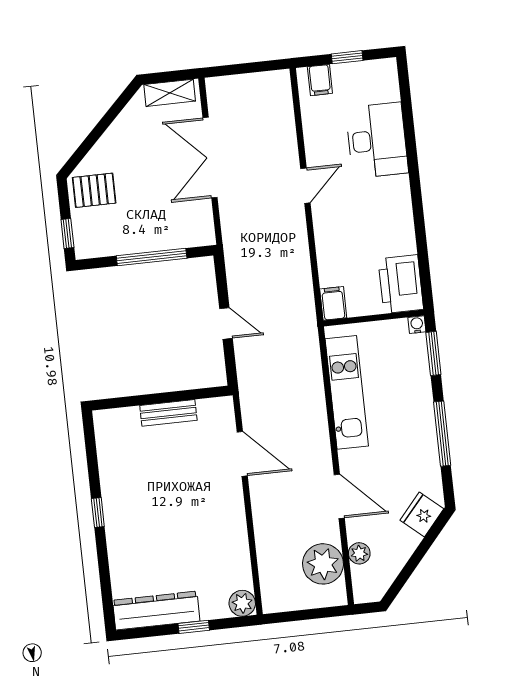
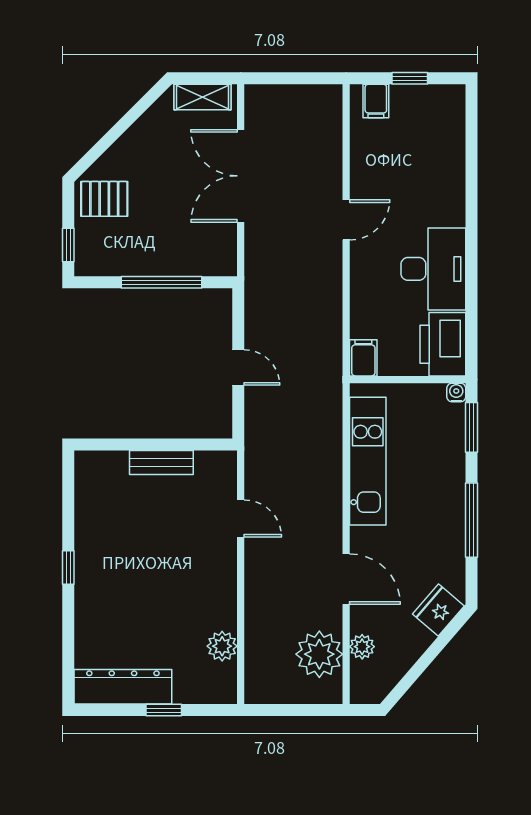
desk: (377, 140) -> (433, 269), moved
door: (242, 454) -> (241, 518), width x0.73
plant: (242, 603) -> (222, 646), moved

